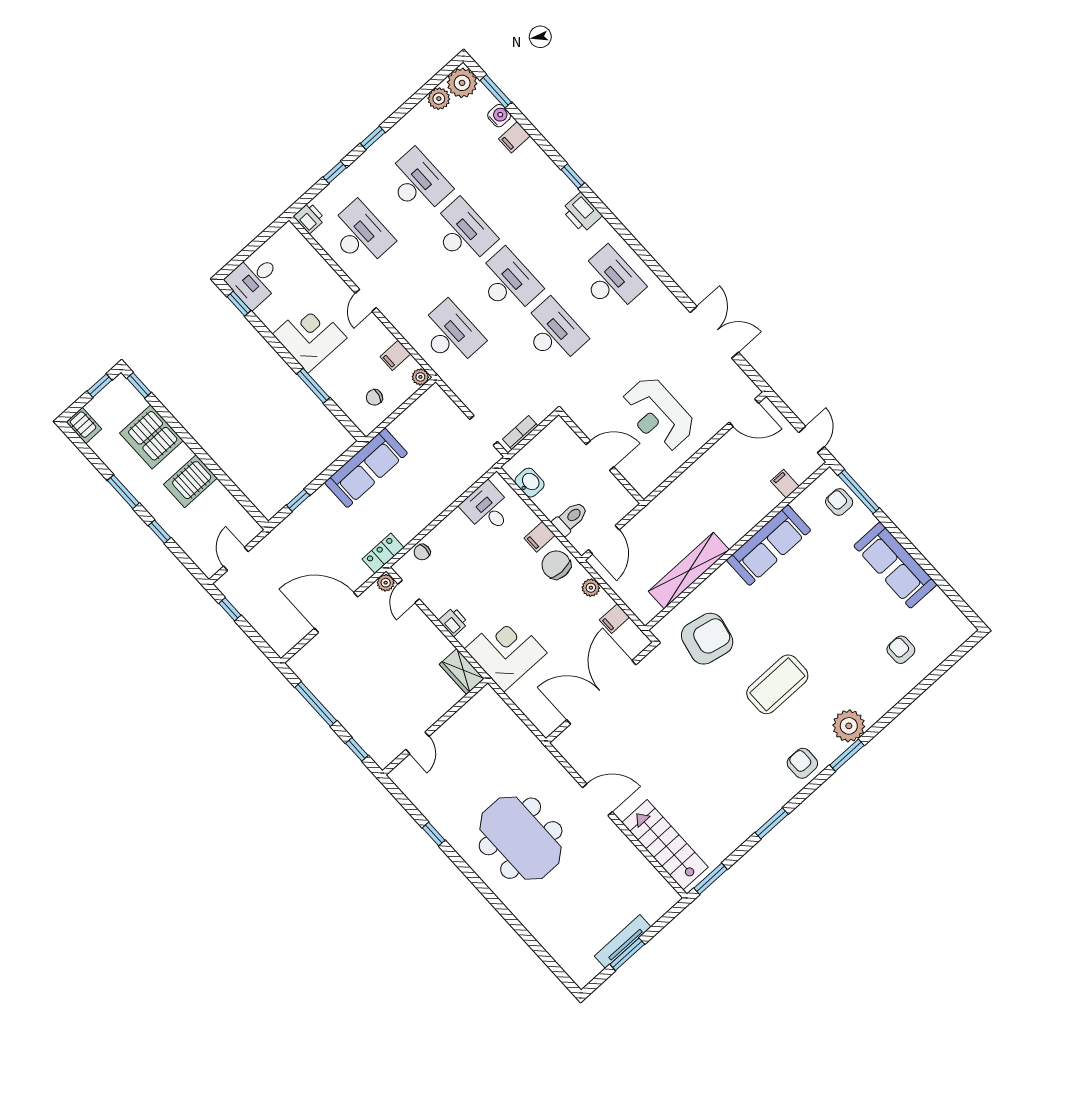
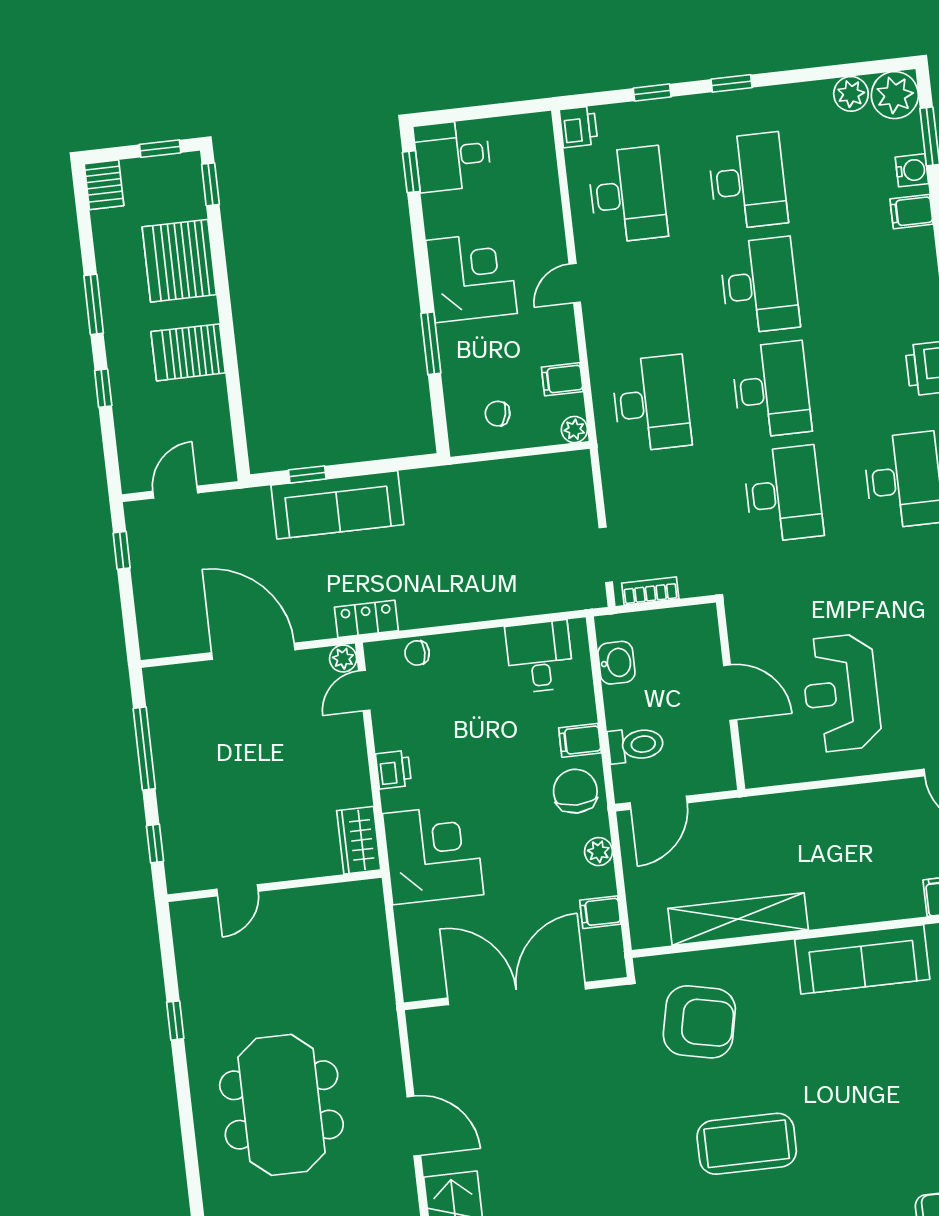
sofa: (366, 468) -> (337, 505), moved

